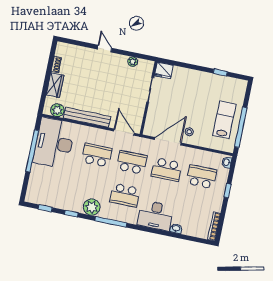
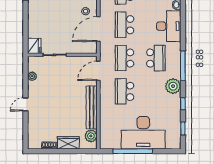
door: (168, 141) -> (98, 29), hinge flipped
desk: (54, 143) -> (143, 133), moved
school desk: (167, 170) -> (124, 25), turned 180

